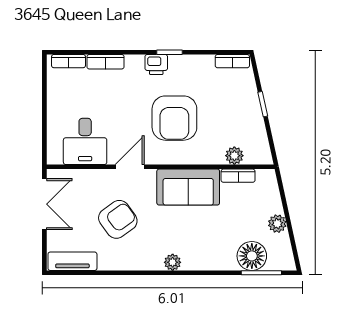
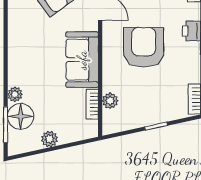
armchair: (174, 118) -> (144, 47), turned 90
plant: (173, 262) -> (15, 94), moved

